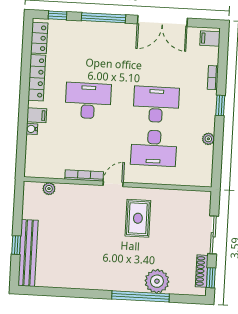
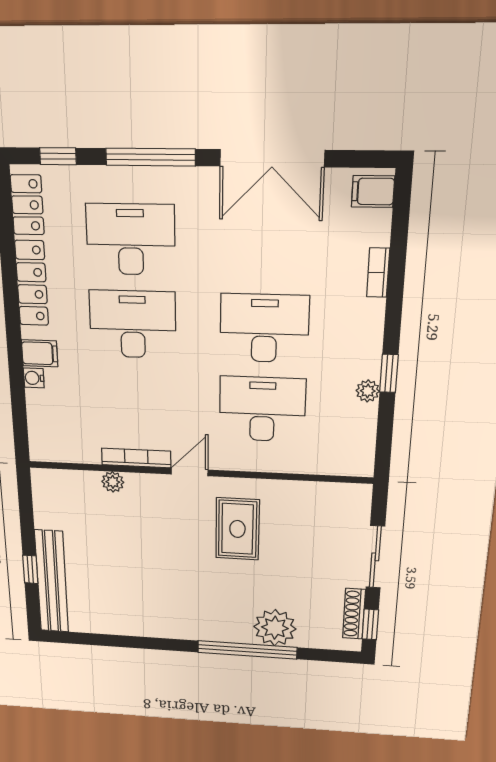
desk: (90, 57) -> (131, 239), added
window: (220, 105) -> (389, 373), moved
desk: (154, 148) -> (262, 409), turned 180
plant: (49, 189) -> (113, 482), moved

